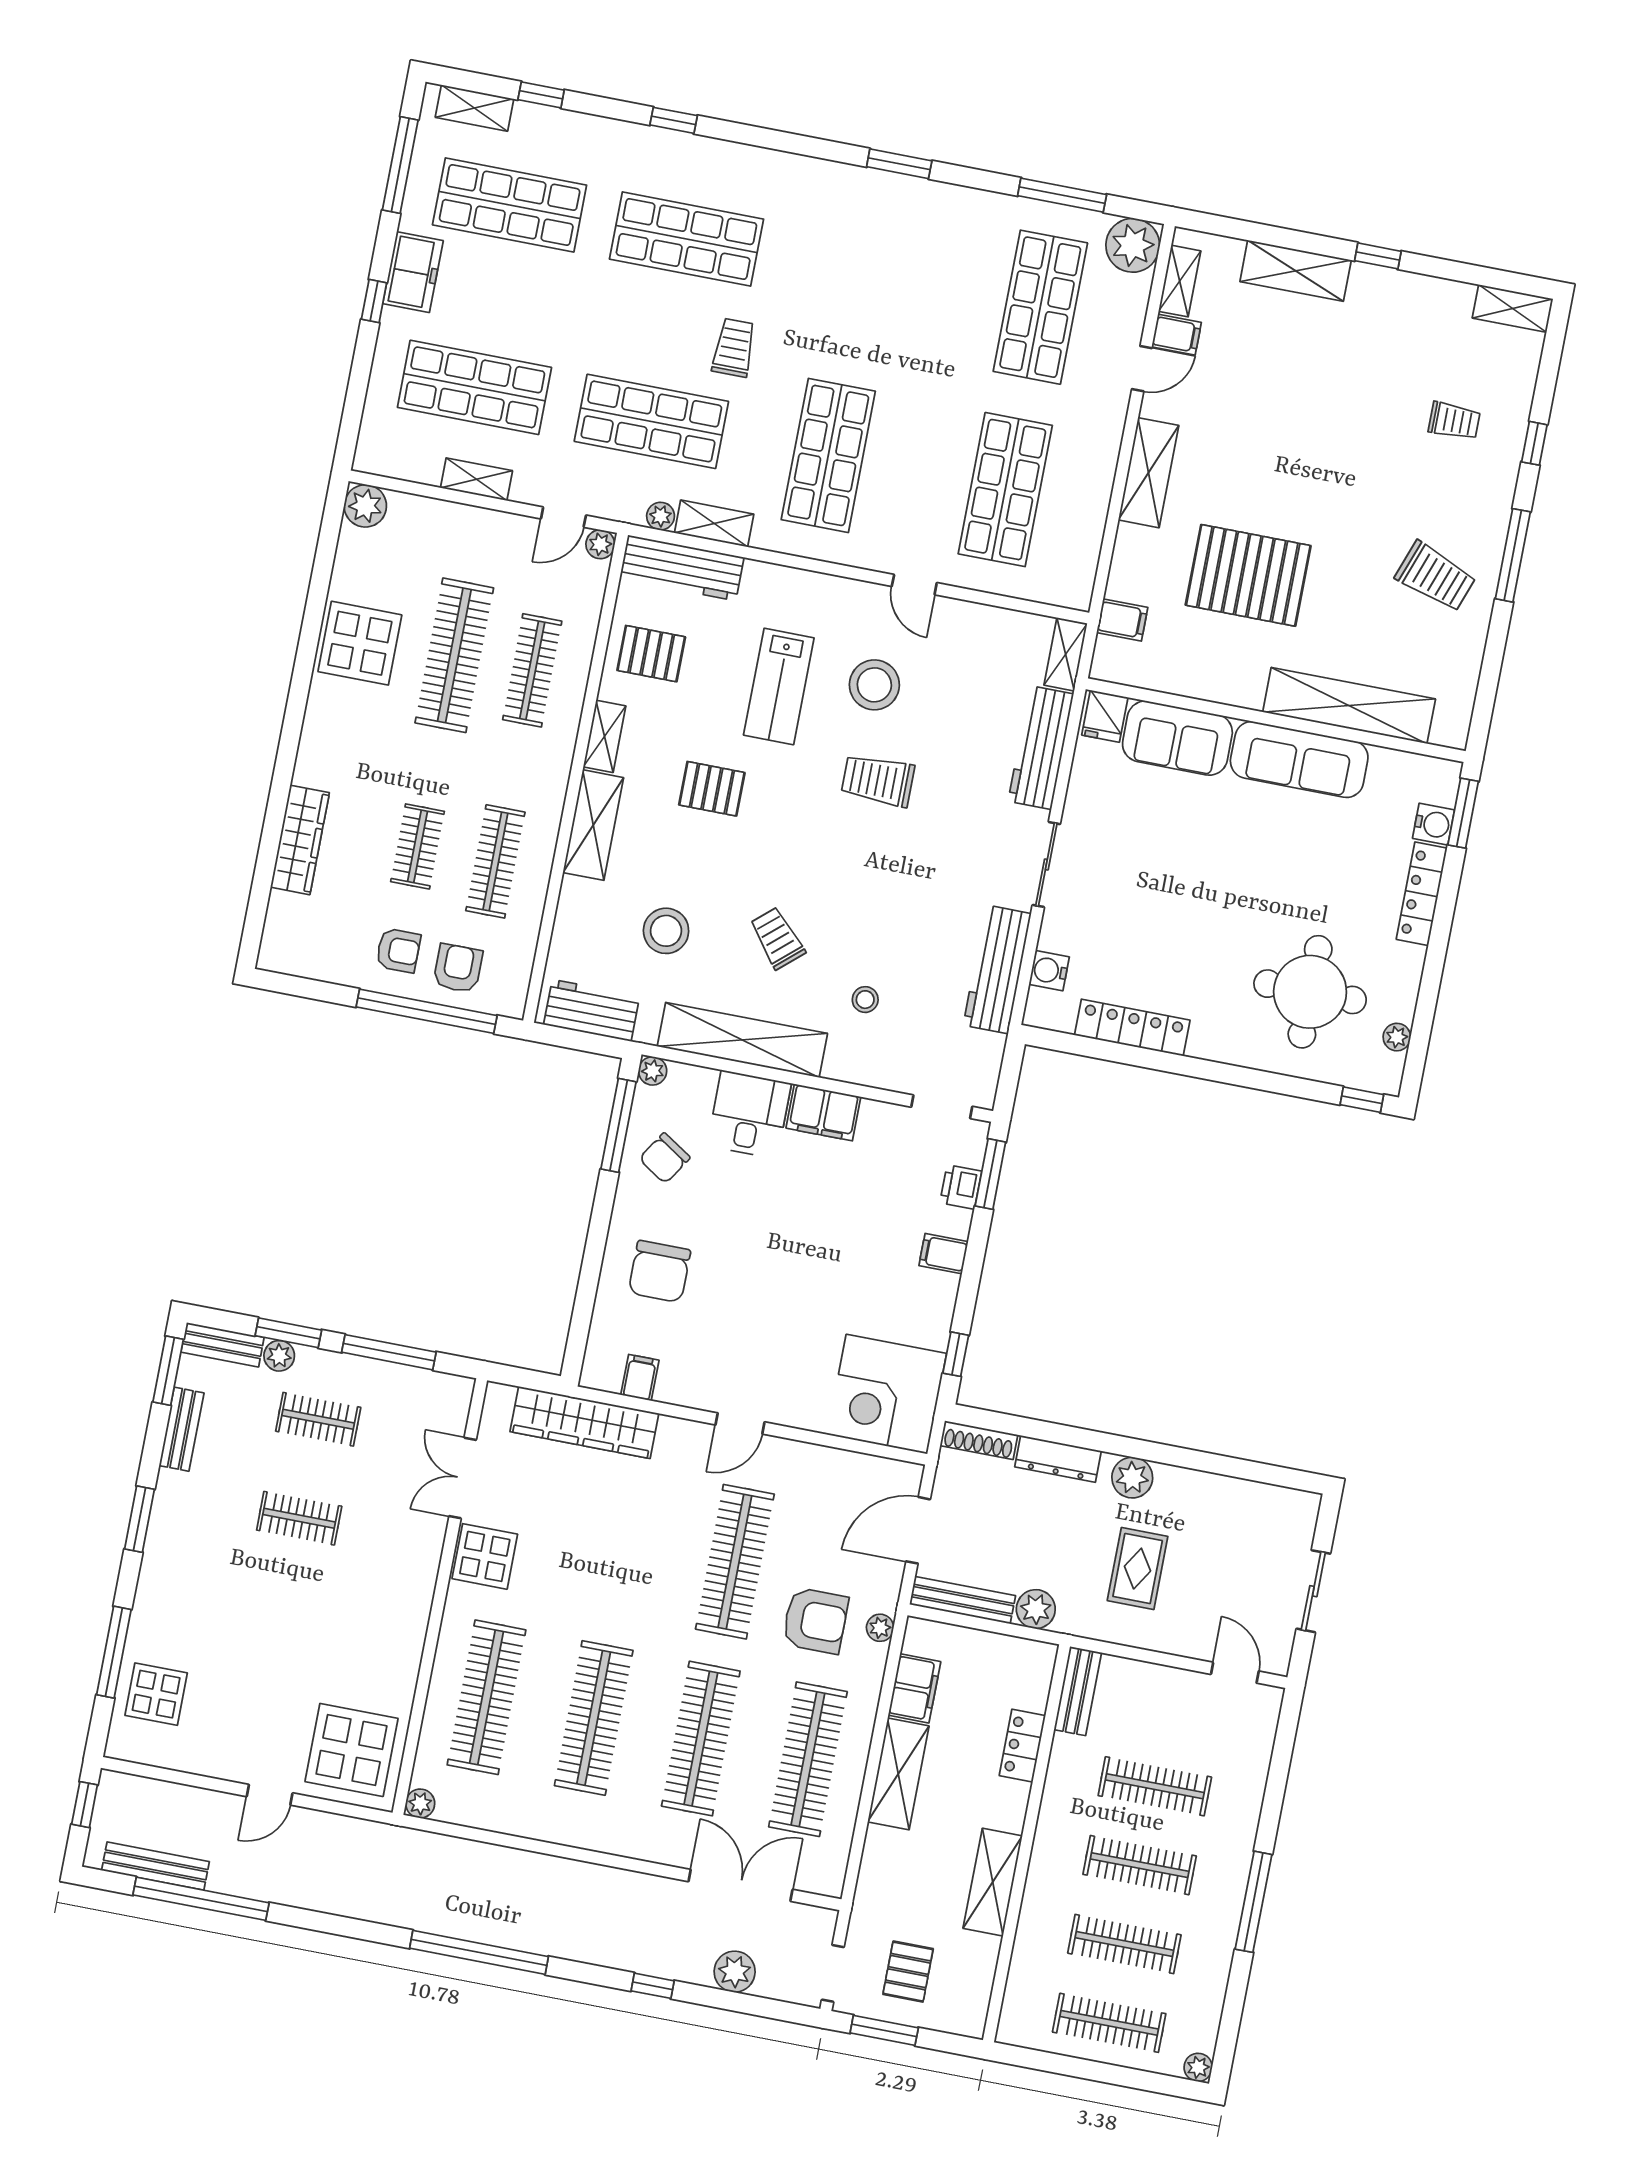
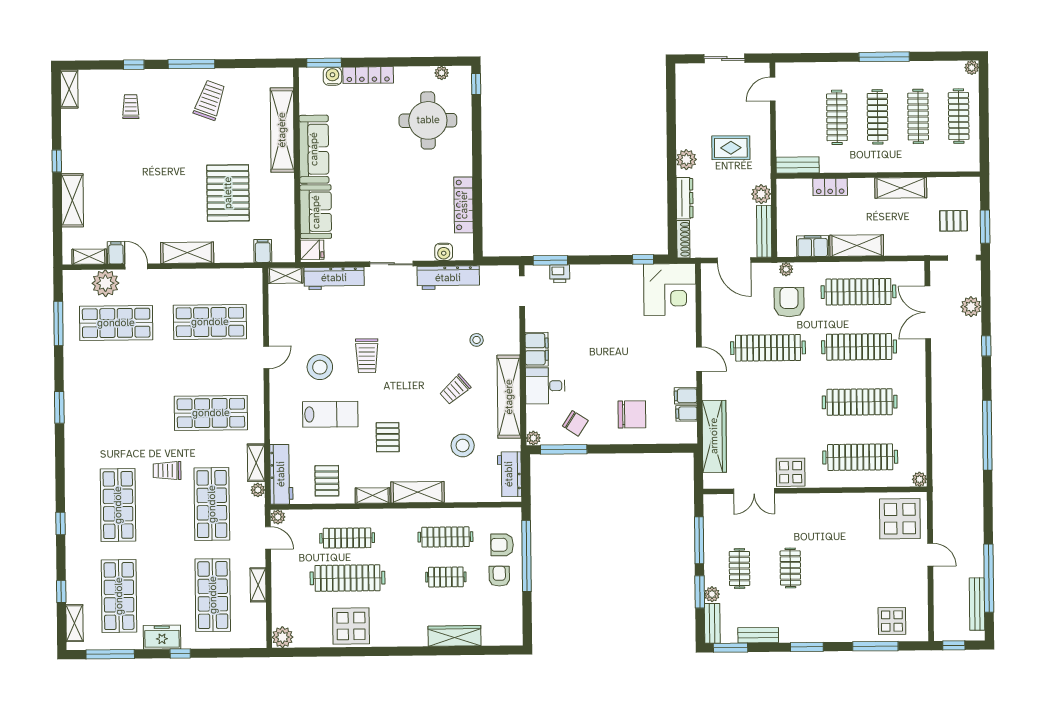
plant: (1133, 245) -> (105, 283), moved
filing cabinet: (944, 1254) -> (686, 396), moved, turned 90

